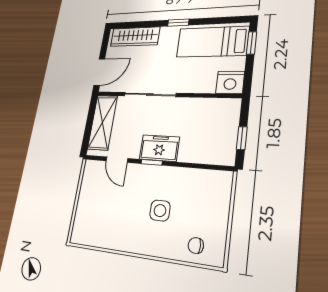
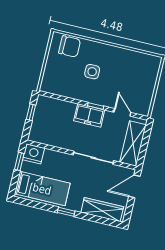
window: (252, 43) -> (19, 161), moved
chair: (196, 245) -> (70, 46), width x1.87, depth x1.87

